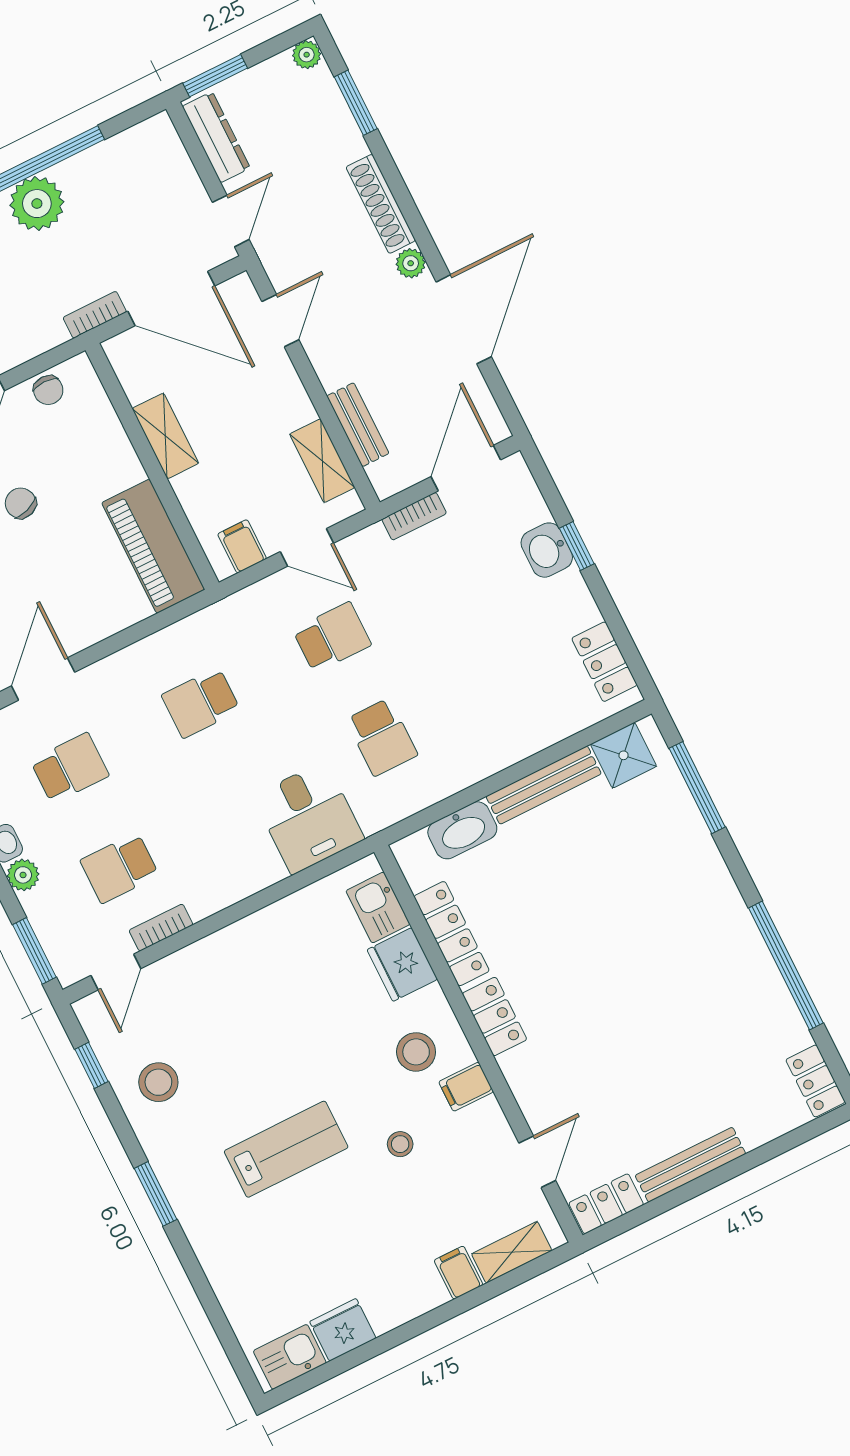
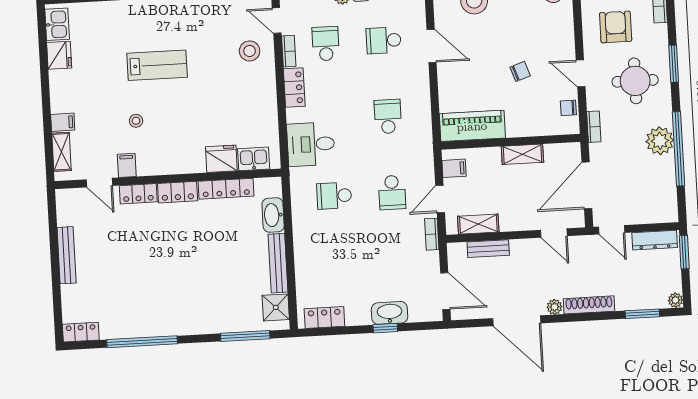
bookcase: (95, 315) -> (594, 127), moved
bookcase: (414, 516) -> (432, 234), moved
washbasin: (547, 550) -> (390, 313), width x1.38
school desk: (70, 768) -> (384, 40), turned 90
locker: (221, 890) -> (294, 88), added
stool: (416, 1052) -> (177, 147), removed
stool: (158, 1082) -> (250, 51), moved
filing cabinet: (466, 1087) -> (127, 165), moved
lab bench: (286, 1149) -> (157, 65), turned -90
locker: (606, 1204) -> (138, 194), moved, turned 90

